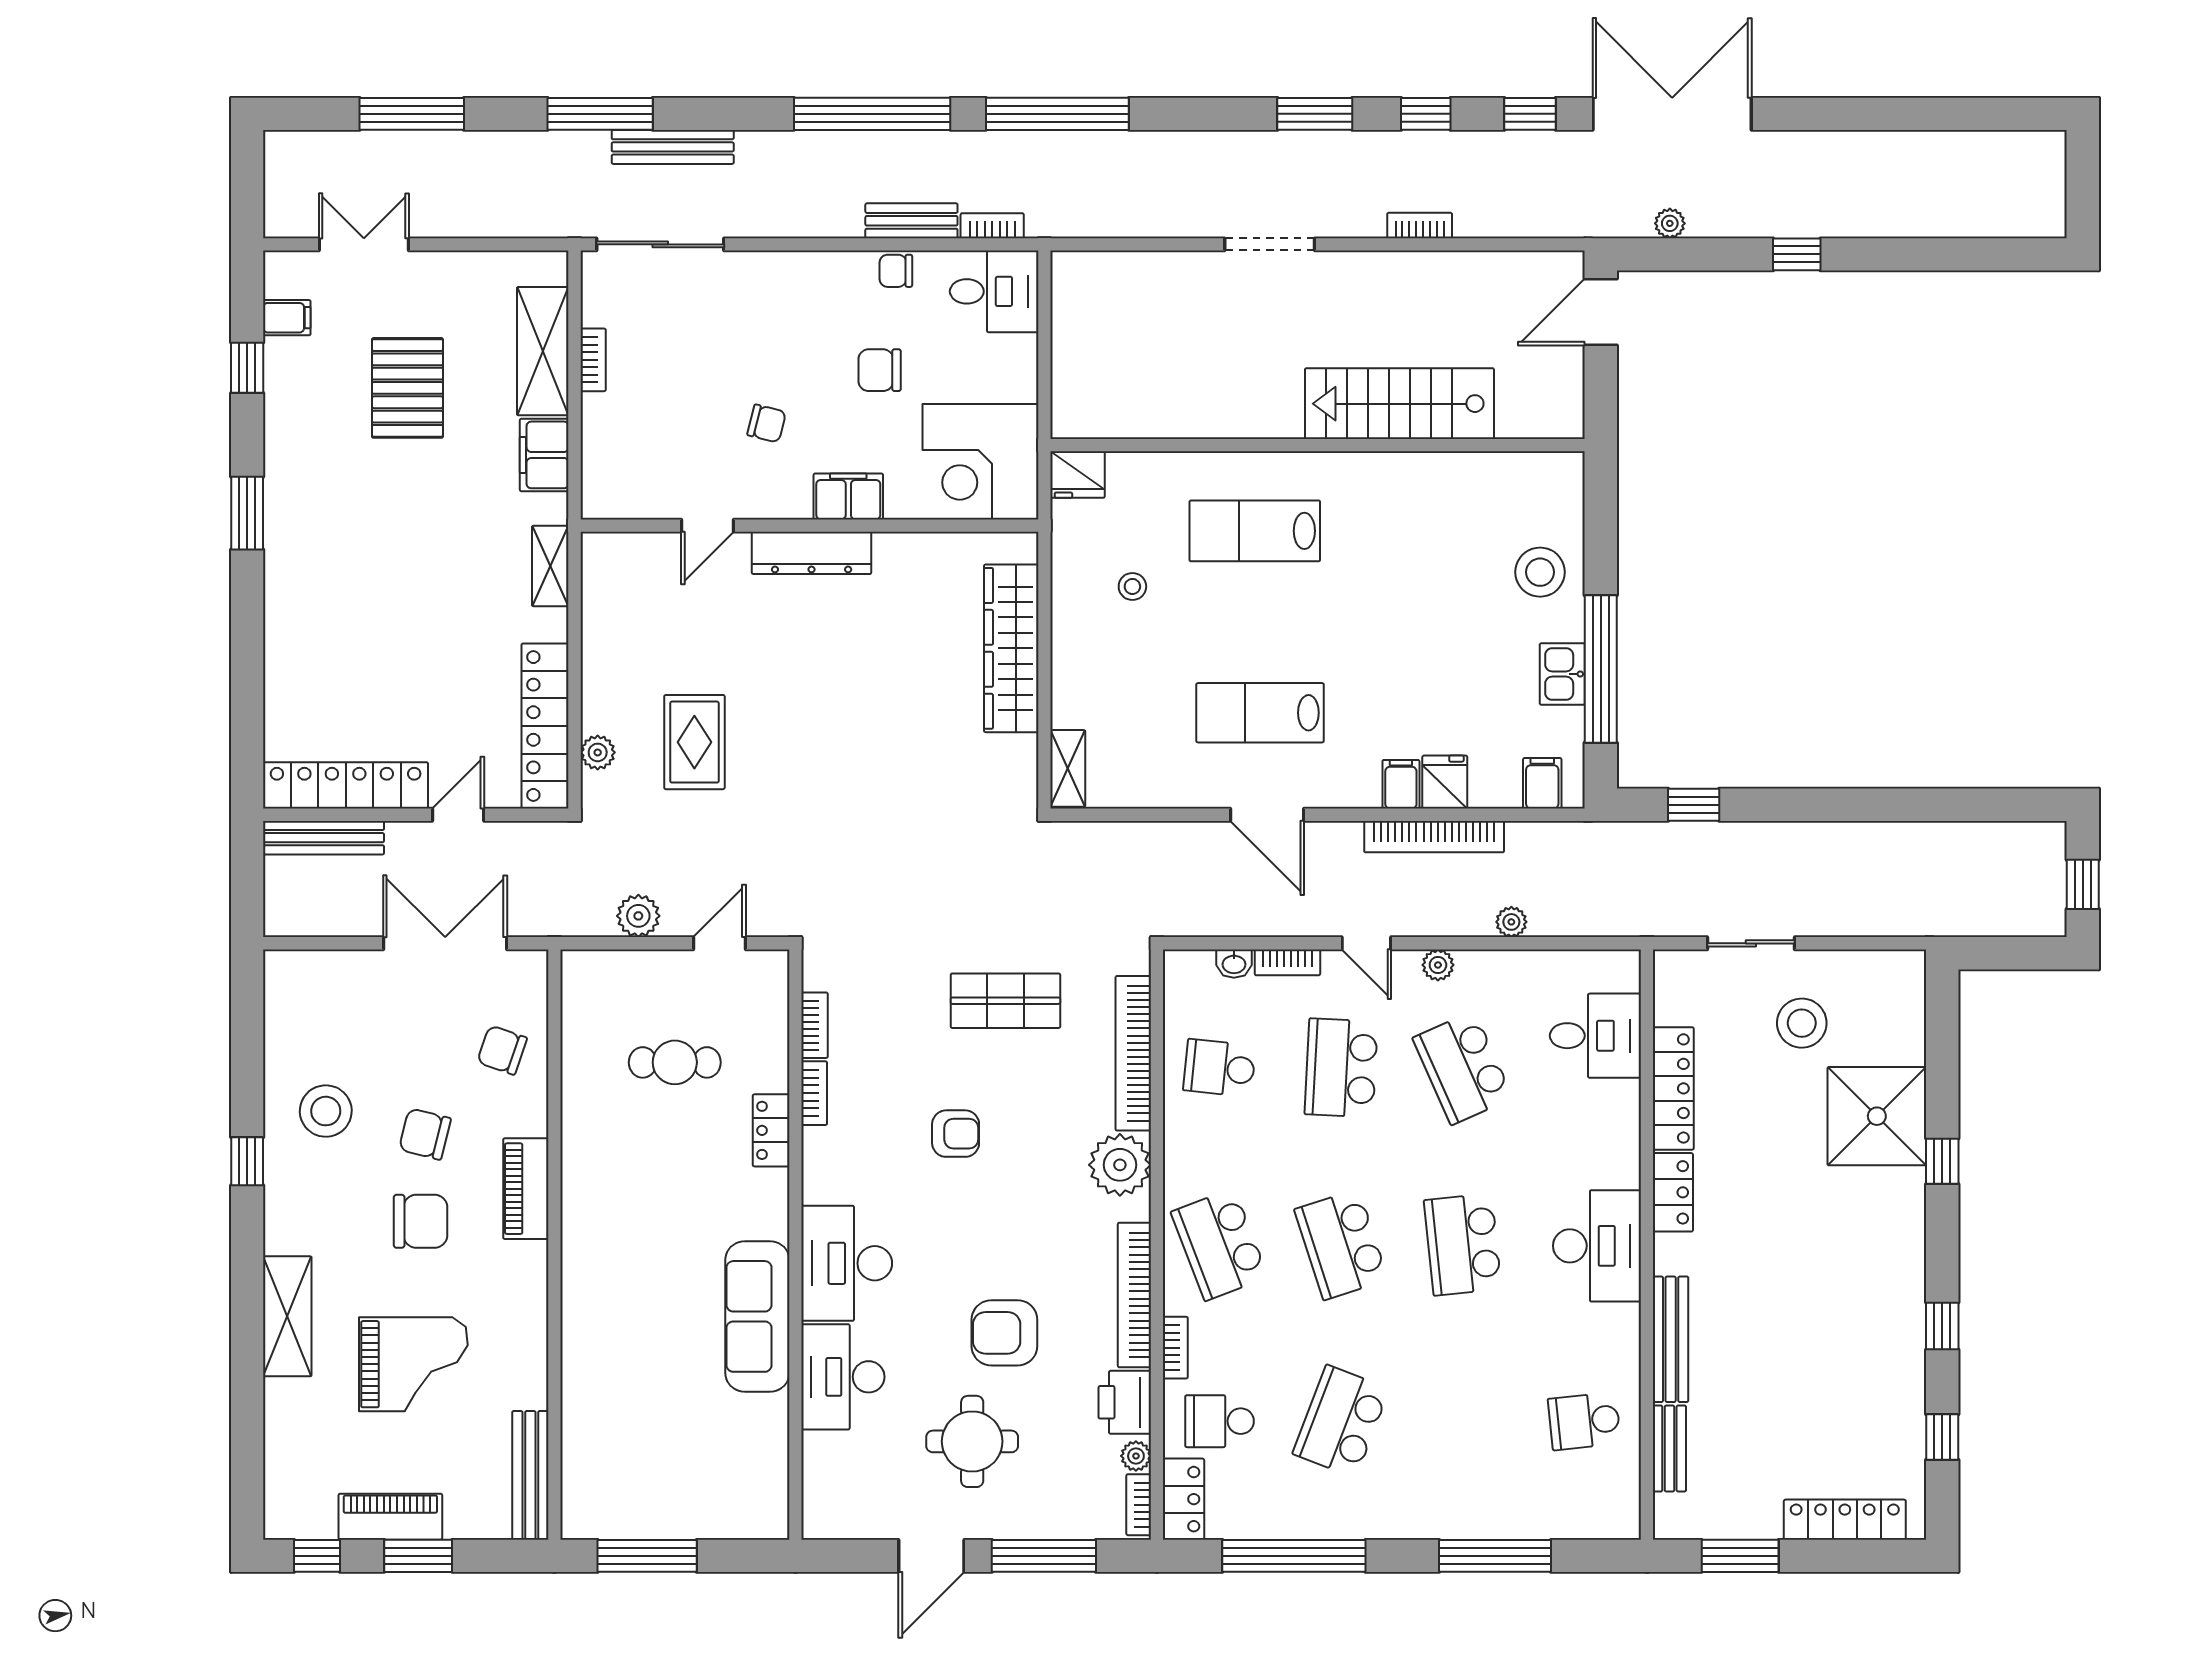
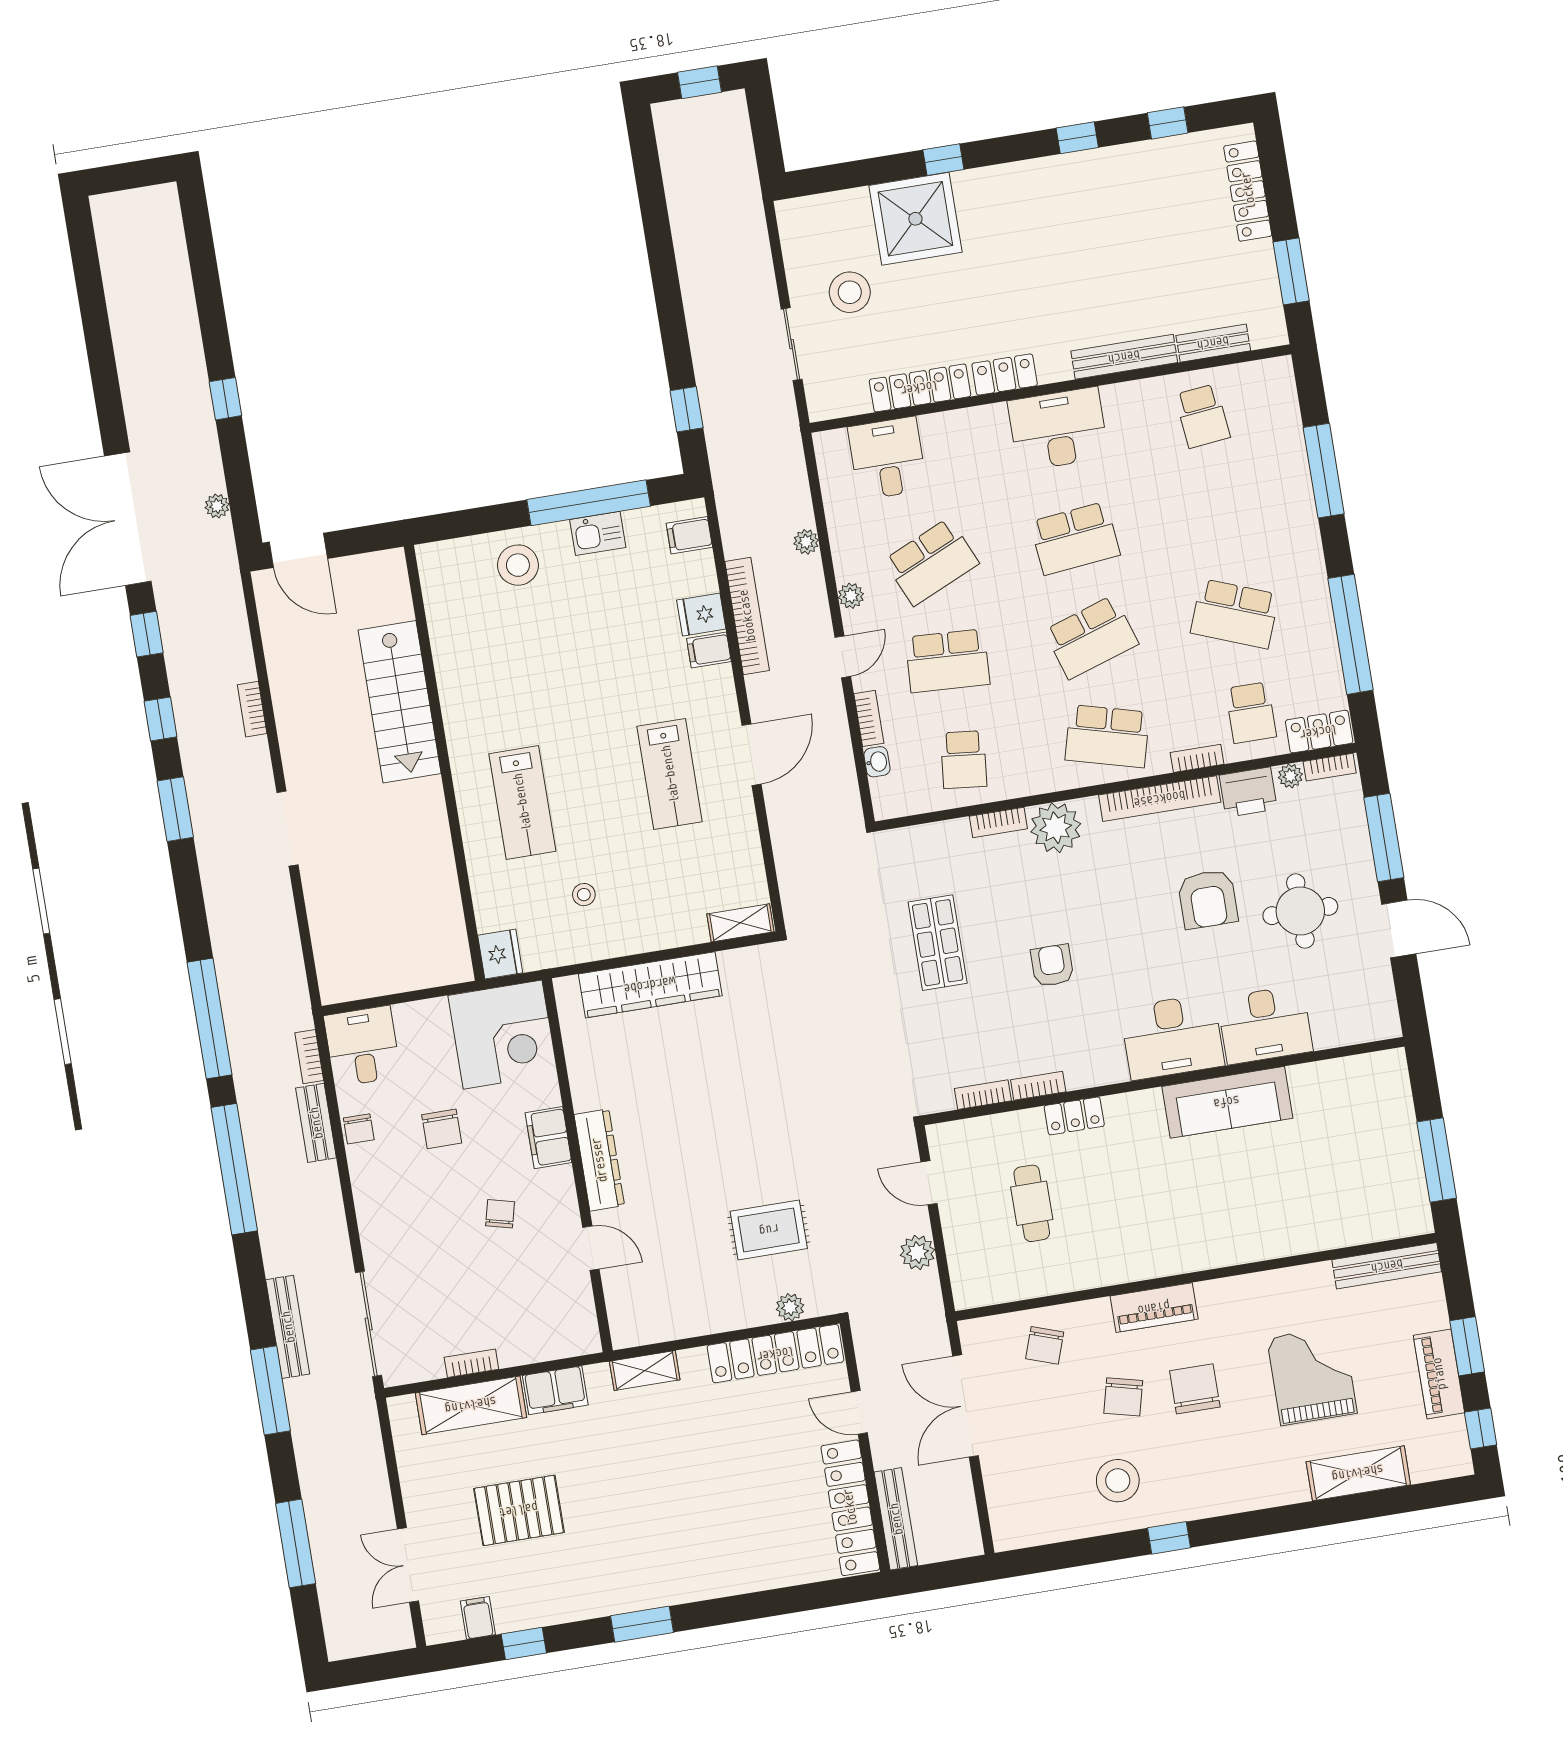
bookcase: (1133, 1053) -> (998, 822), width x0.43, depth x0.76
school desk: (1220, 1245) -> (1107, 736), turned 36
shelving: (287, 1316) -> (1358, 1473), moved

